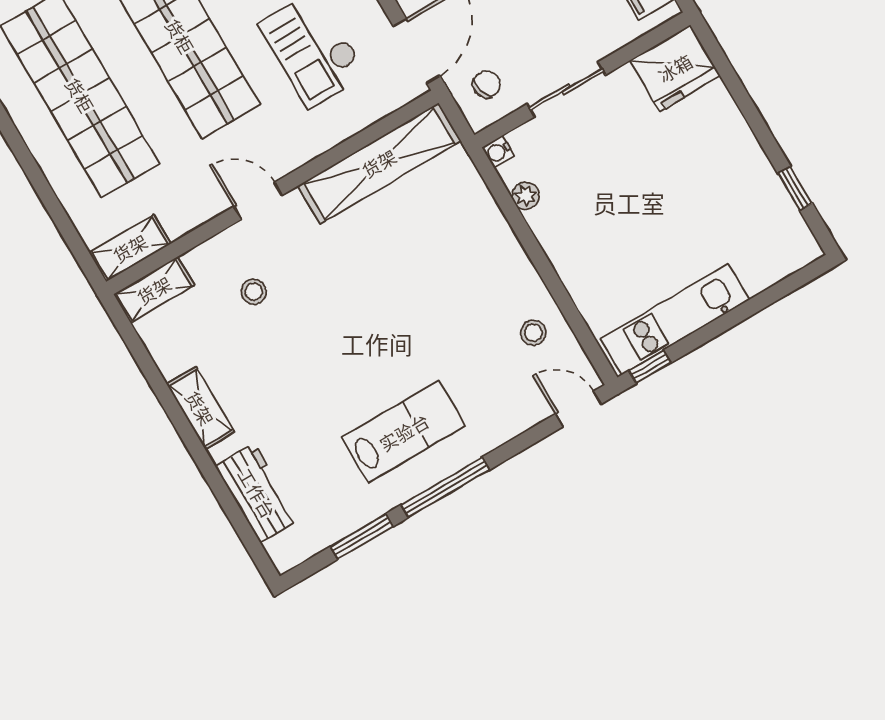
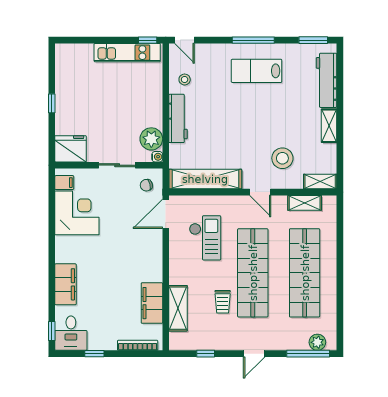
window: (795, 188) -> (52, 103), moved
plant: (526, 196) -> (151, 139), width x1.88, depth x1.88
shelving: (130, 248) -> (305, 203), moved
workbench: (502, 250) -> (178, 118), added
stool: (254, 292) -> (282, 158), width x1.89, depth x1.89
workbench: (257, 493) -> (326, 80), width x1.38
window: (361, 537) -> (313, 40), moved

